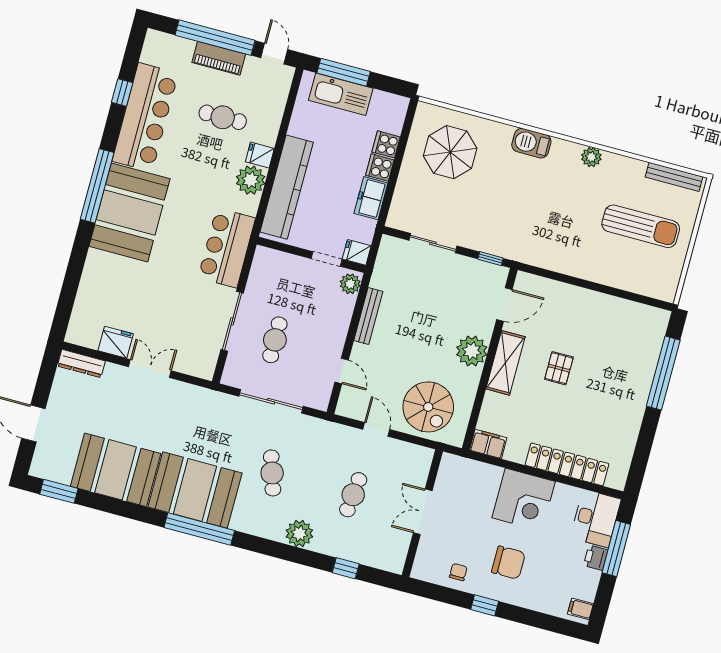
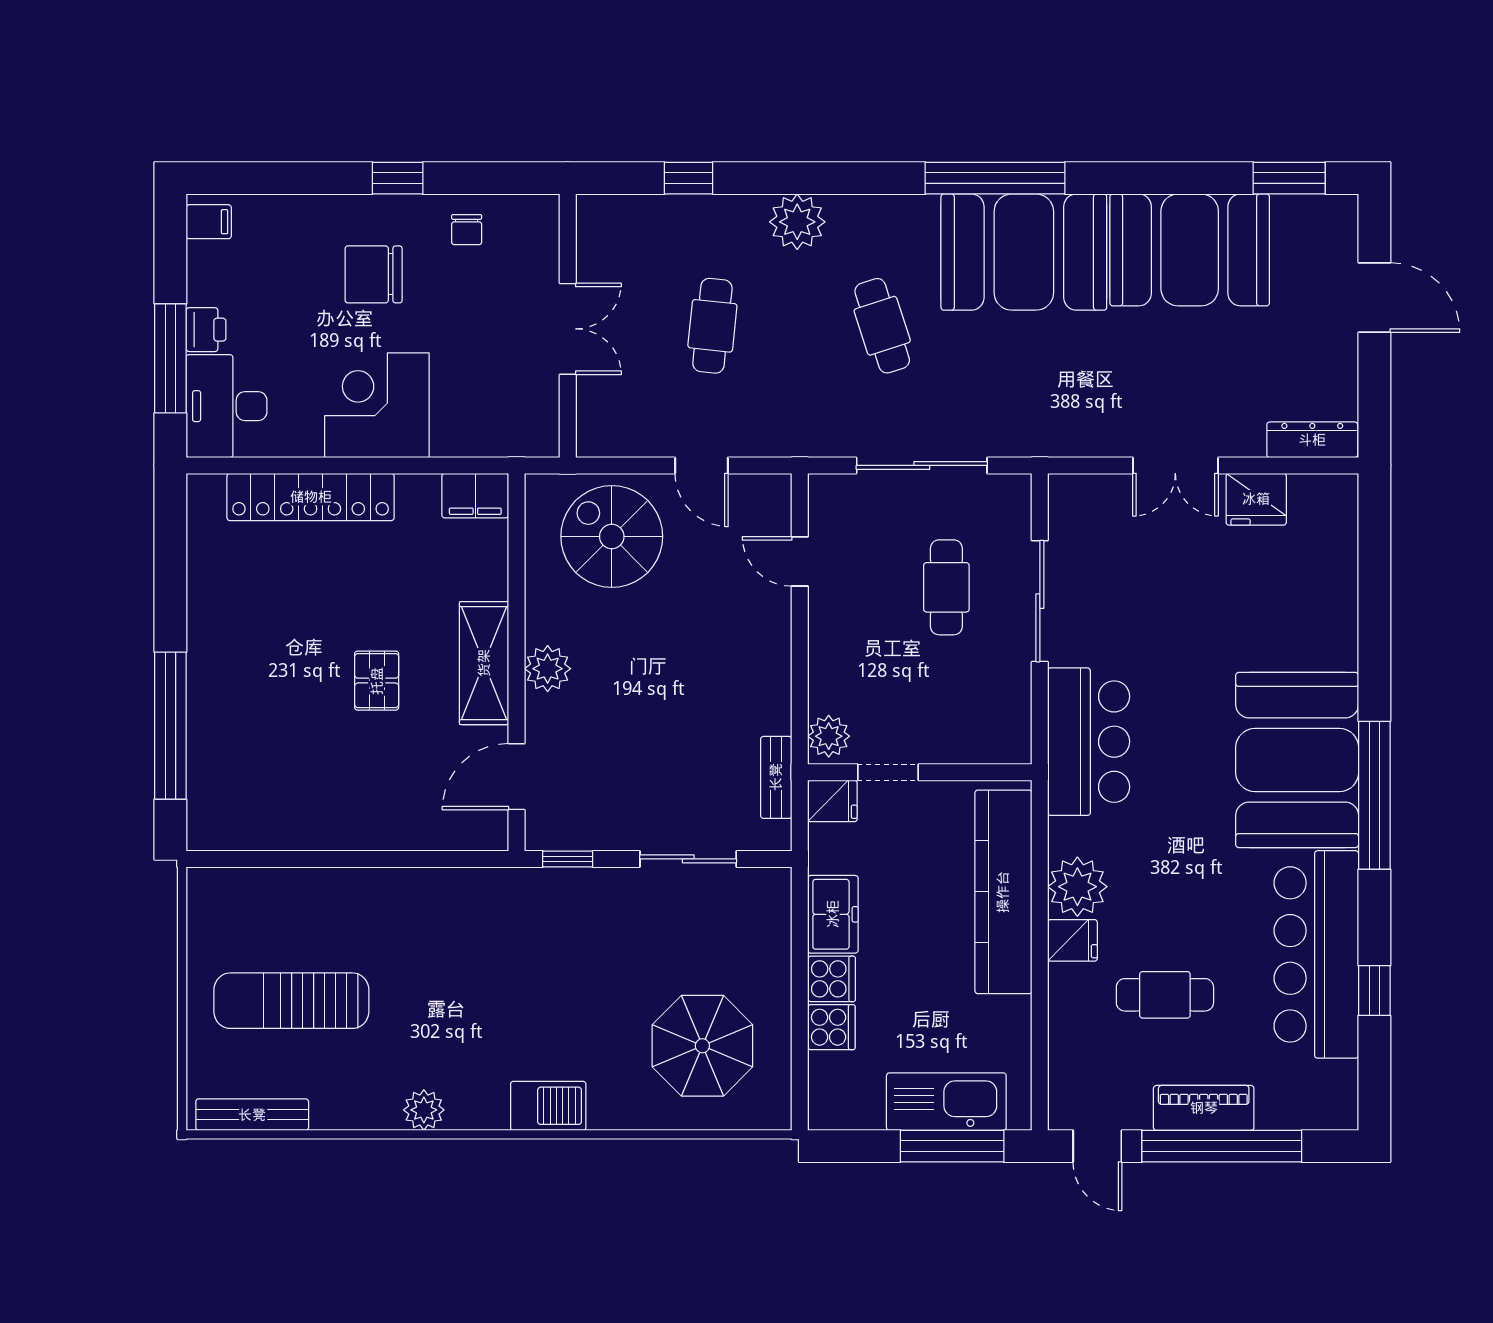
bench: (368, 316) -> (776, 777), moved, width x0.73
plant: (472, 351) -> (548, 669), width x0.73, depth x0.73

